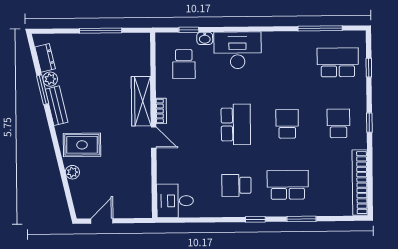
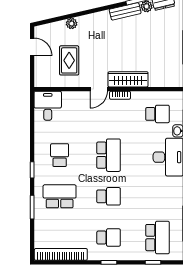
school desk: (184, 64) -> (158, 114), turned 180
school desk: (236, 124) -> (109, 155), turned -90
rug: (82, 145) -> (69, 60), moved
school desk: (288, 185) -> (60, 196), turned -90

